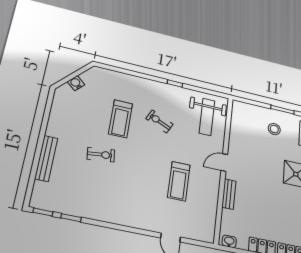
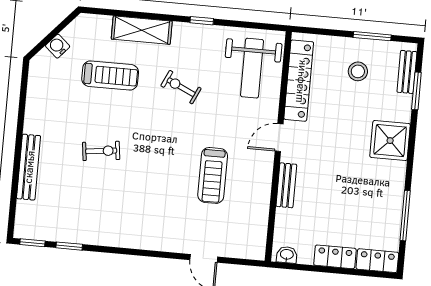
shelving: (135, 83) -> (142, 30), added
treadmill: (121, 119) -> (110, 76), moved, turned -90
locker: (237, 129) -> (299, 81), added

